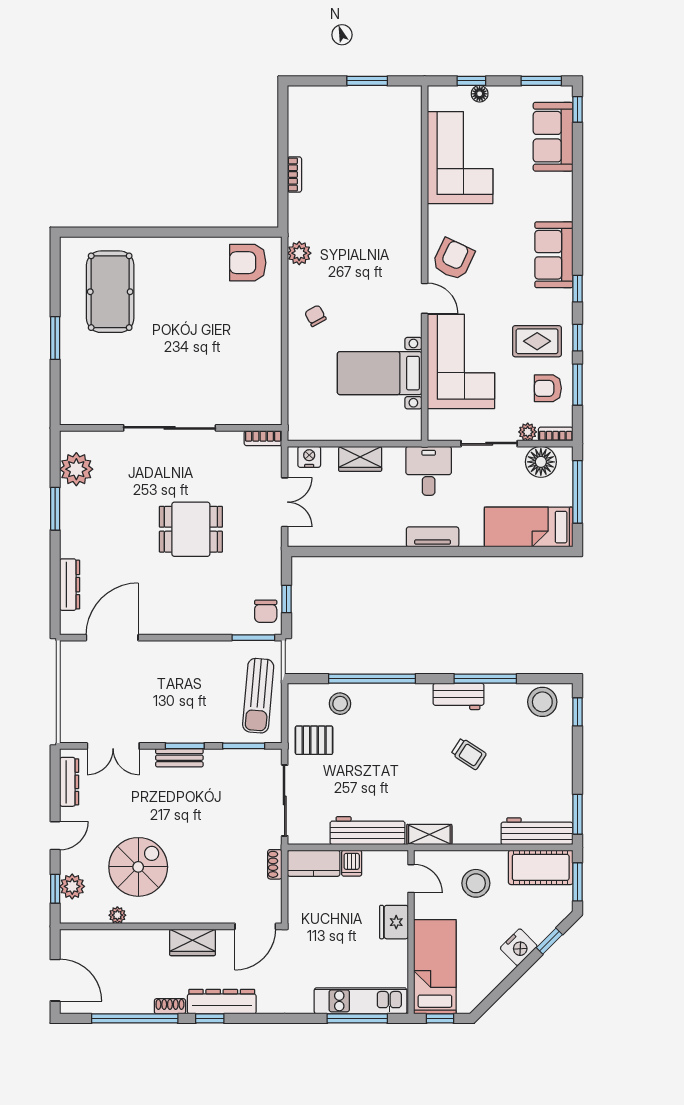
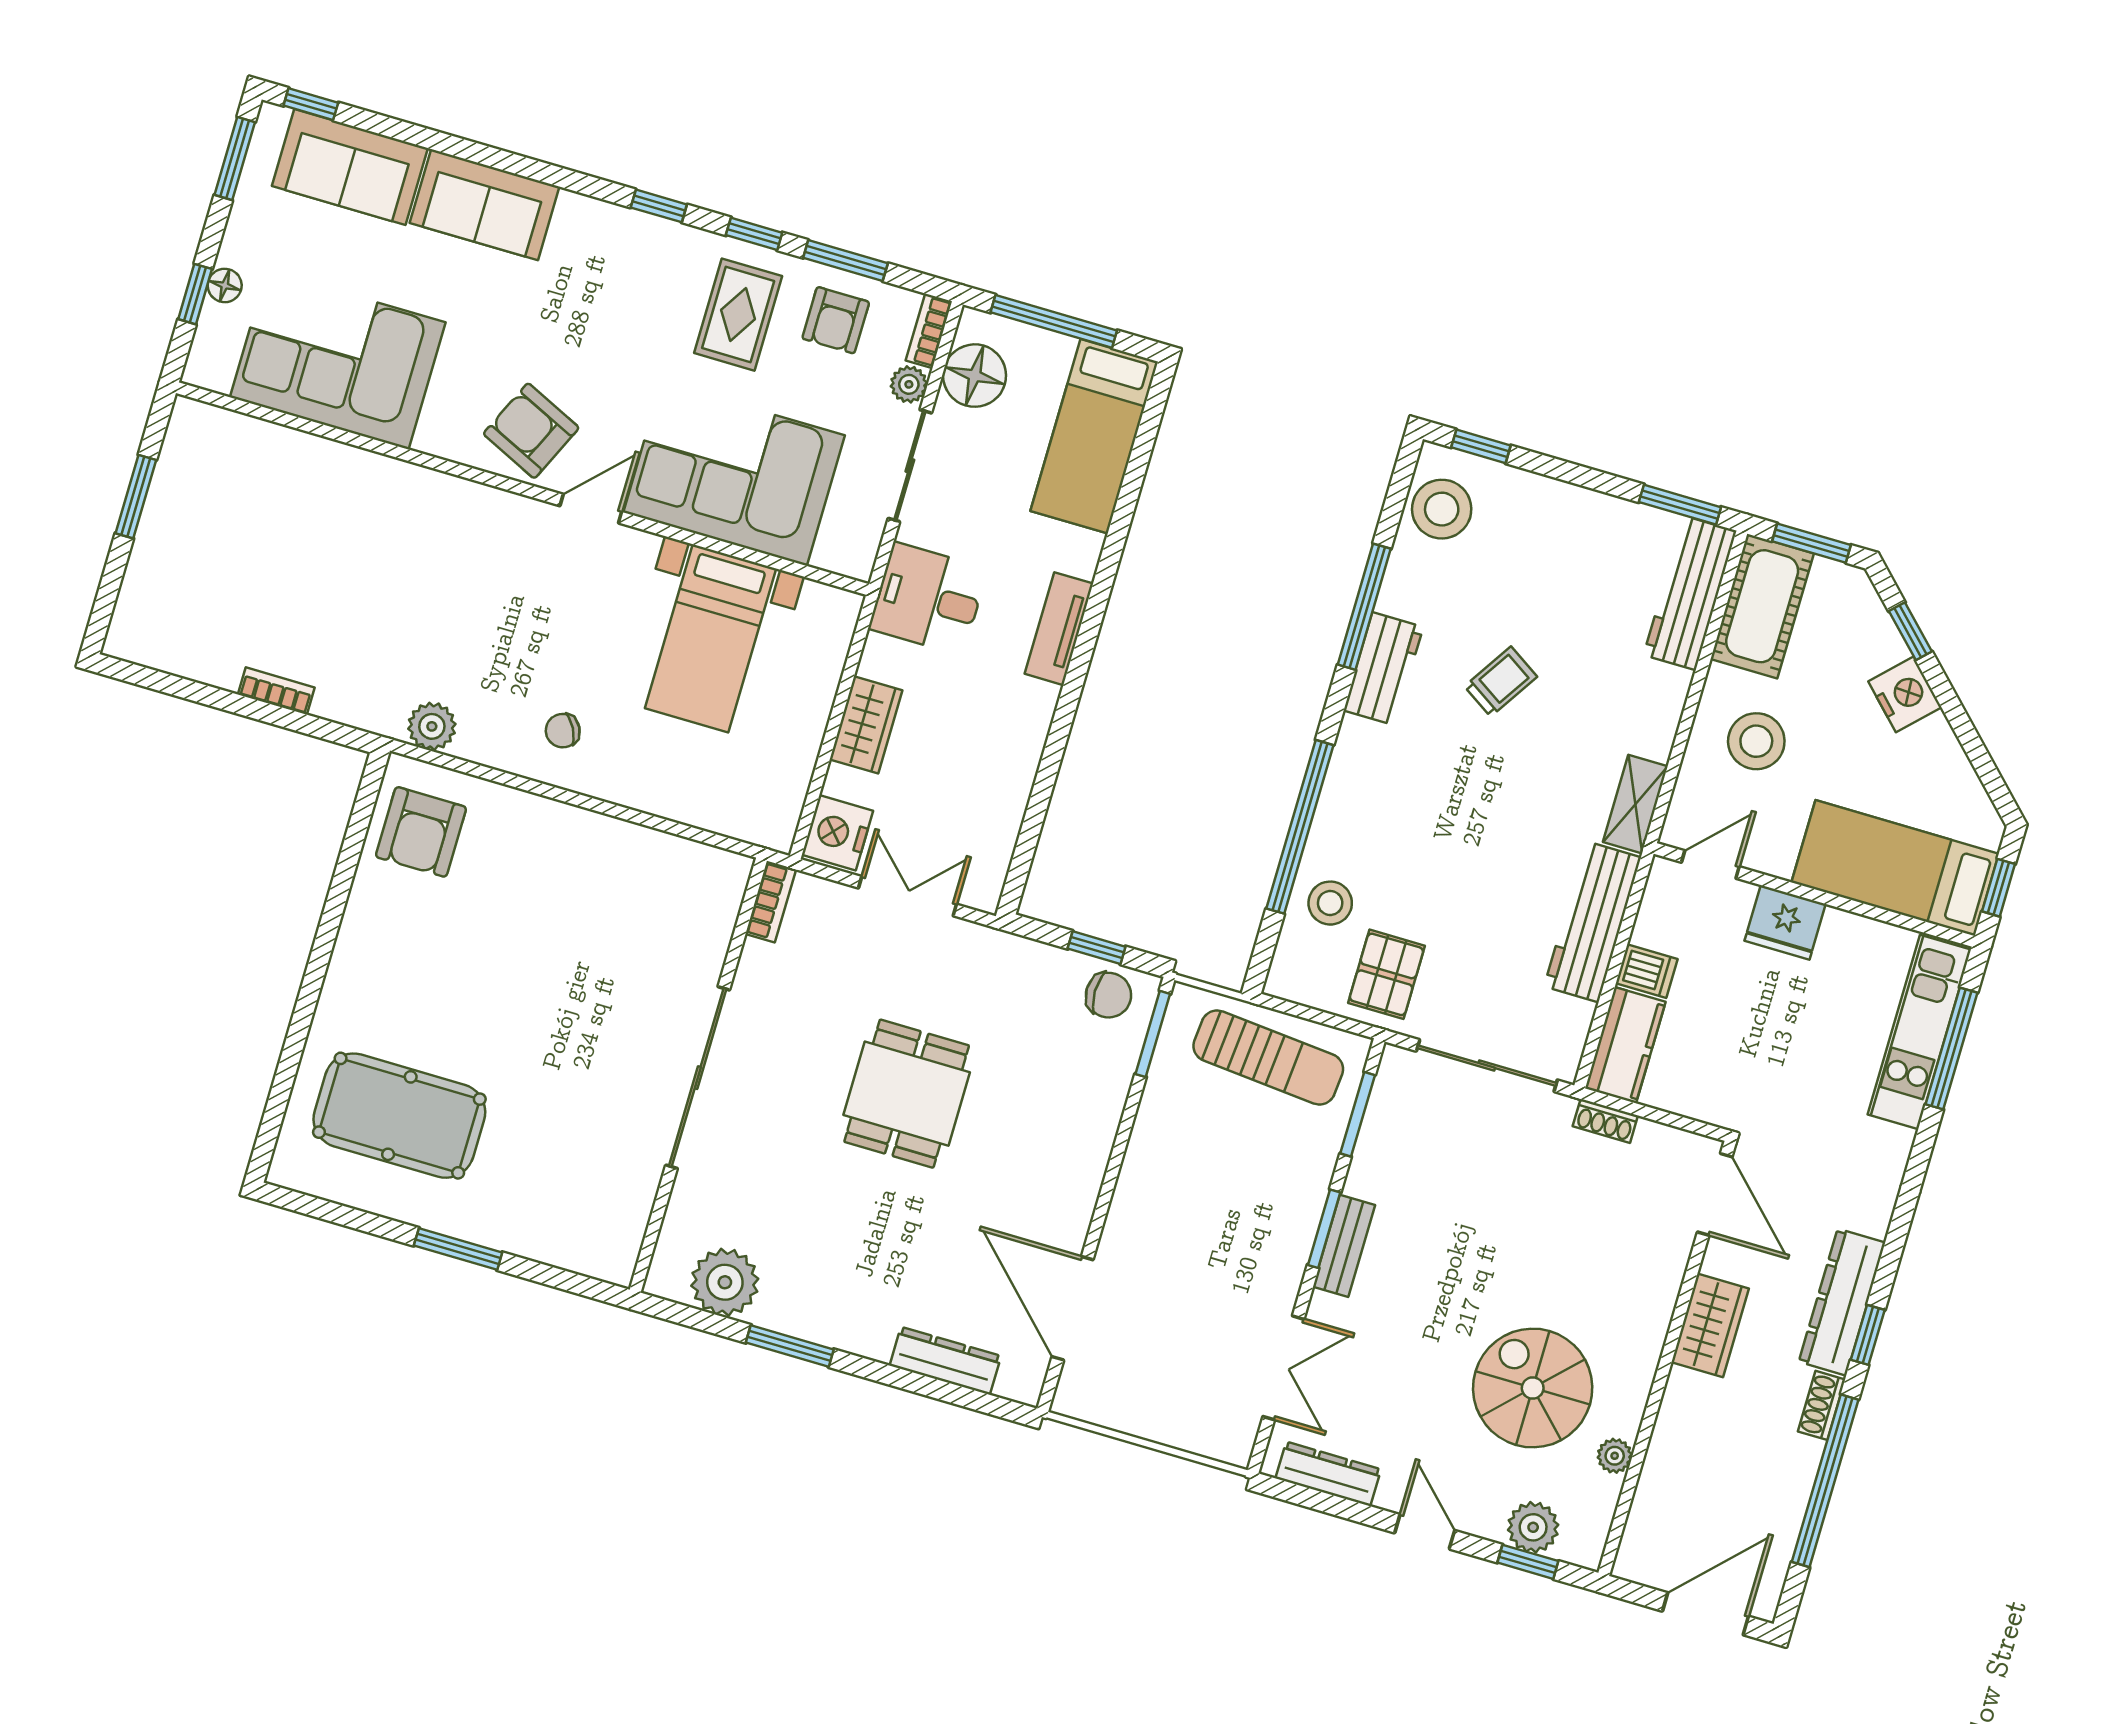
sofa: (554, 255) -> (485, 205), moved
nightstand: (309, 457) -> (837, 833), width x1.36, depth x1.33

